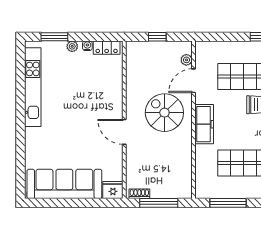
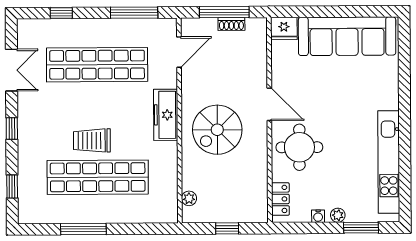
locker: (107, 48) -> (280, 199), moved, turned 90
door: (194, 81) -> (179, 52), moved
round table: (101, 99) -> (299, 147), added
spiral stairs: (164, 113) -> (217, 130), turned 90
shoe rack: (139, 194) -> (231, 24), moved

